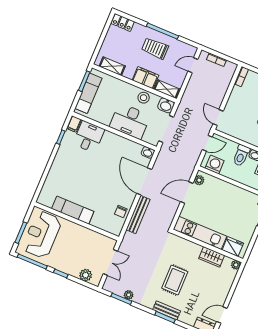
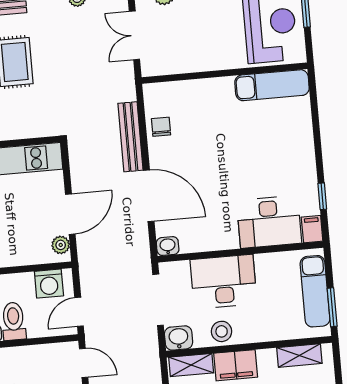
desk: (89, 137) -> (269, 222), width x1.37
exam couch: (73, 210) -> (272, 85), moved

